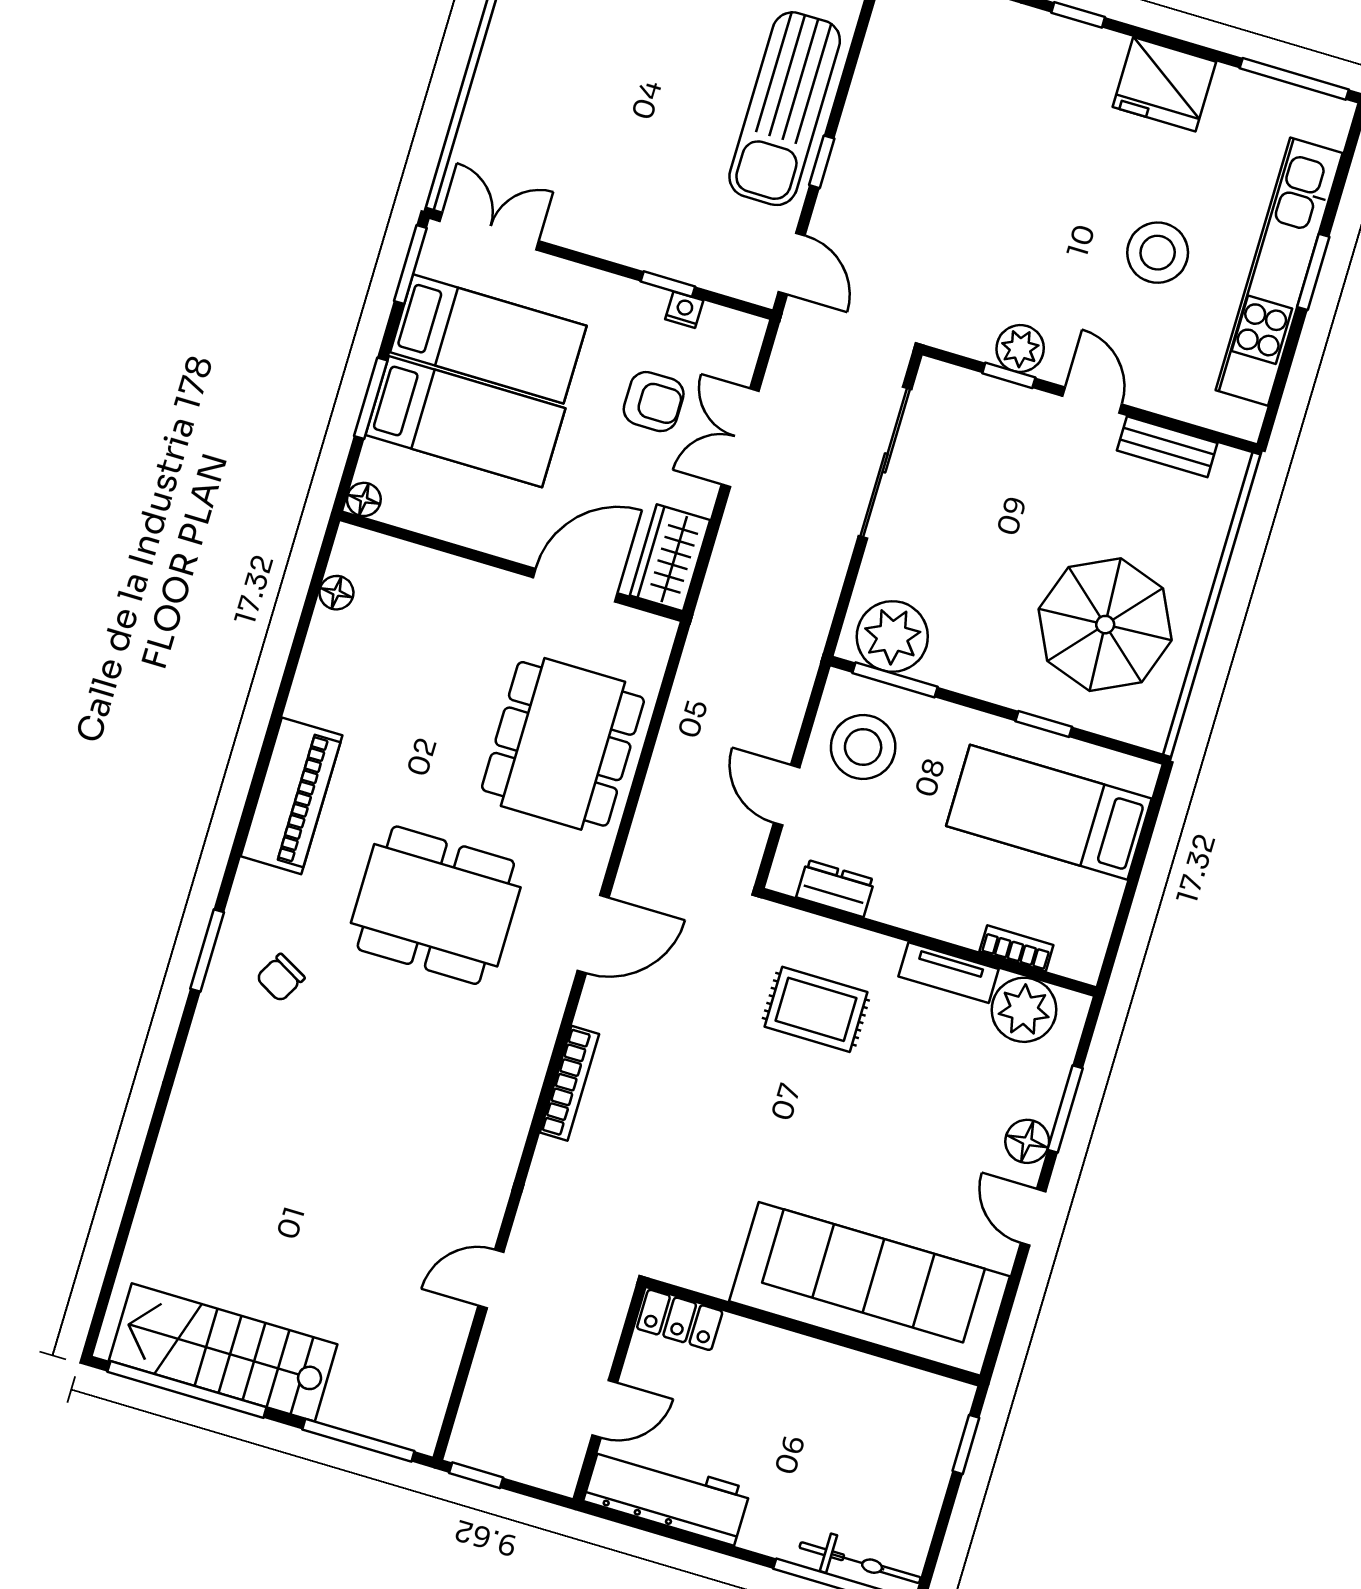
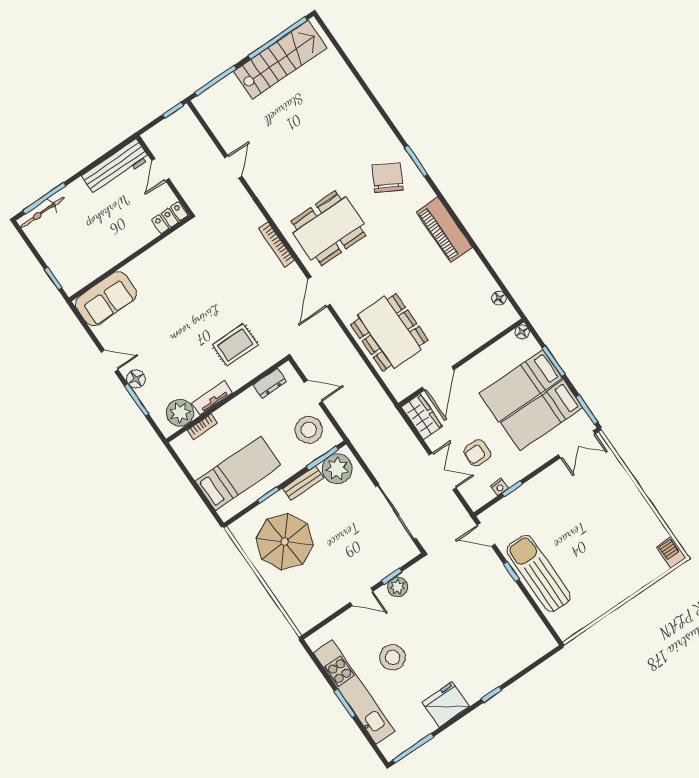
bench: (1167, 447) -> (303, 483), moved
dining table: (436, 905) -> (328, 228), moved
chair: (280, 978) -> (388, 178), width x1.87, depth x1.87
sofa: (870, 1289) -> (106, 299), width x0.54, depth x0.79

